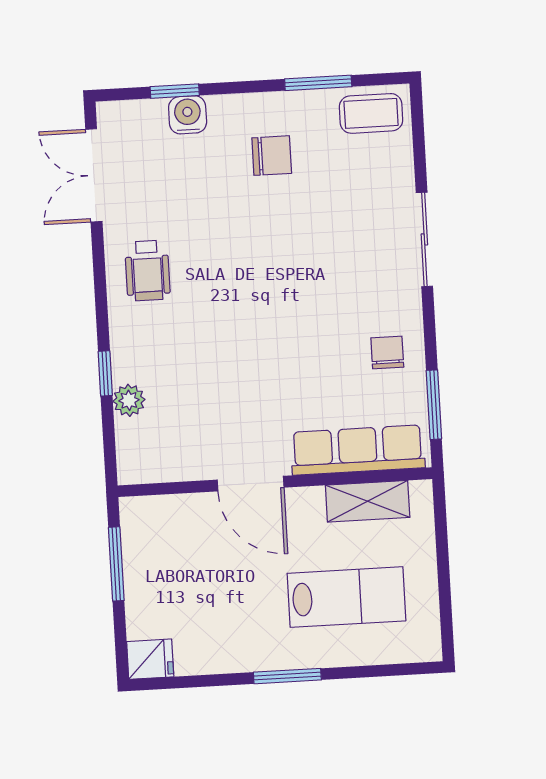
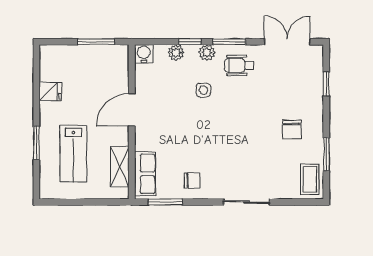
water cooler: (188, 115) -> (144, 54), moved, turned -90
window: (101, 293) -> (229, 42), added
plant: (125, 338) -> (207, 53), added
side table: (202, 340) -> (203, 90), added
row of seats: (358, 450) -> (145, 174), width x0.68
fridge: (150, 659) -> (50, 91), moved, turned -90
window: (287, 676) -> (36, 143), moved

